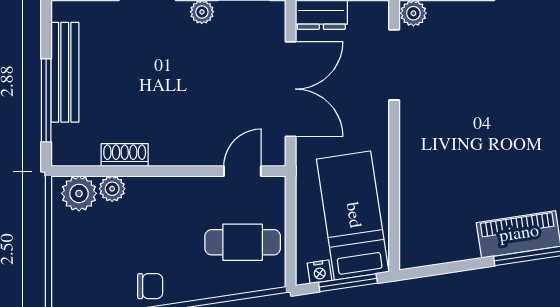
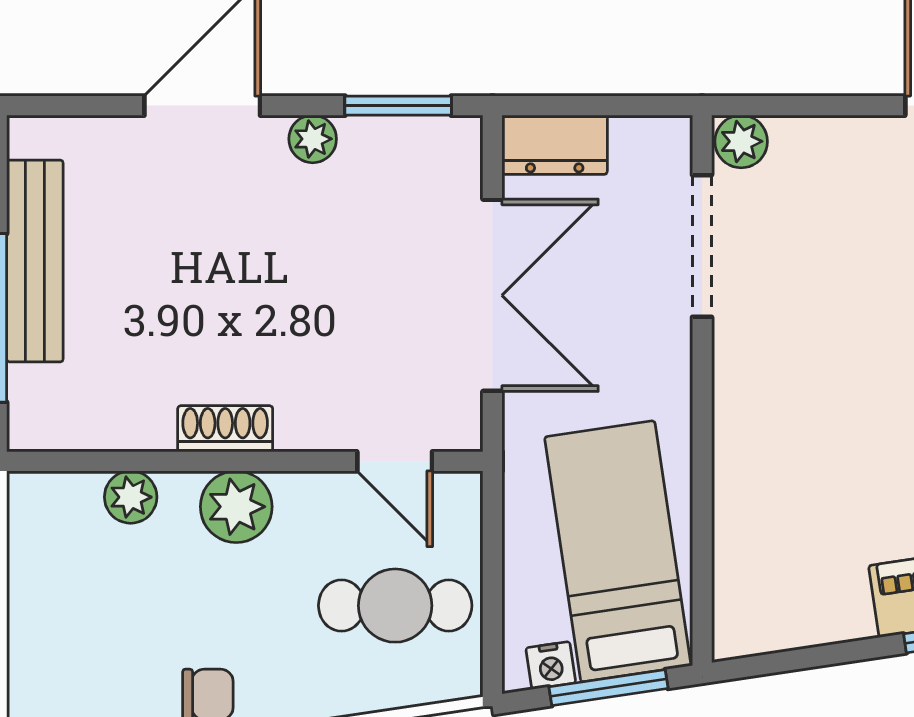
shoe rack: (125, 155) -> (225, 429), moved
door: (242, 171) -> (395, 461), swing flipped
plant: (79, 193) -> (236, 507), moved

